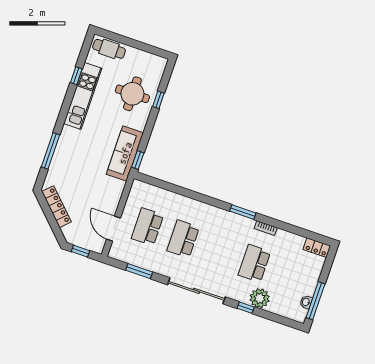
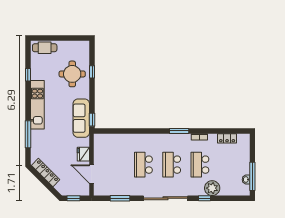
kitchen unit: (83, 96) -> (37, 105), moved
fridge: (112, 200) -> (83, 154), added
school desk: (147, 227) -> (172, 165), moved
locker: (317, 248) -> (227, 138), moved

